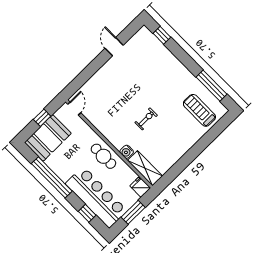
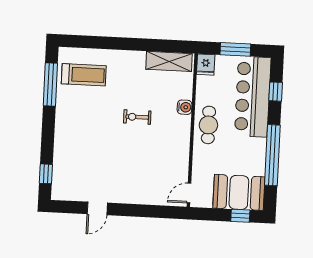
treadmill: (199, 110) -> (84, 75), turned -90
window: (42, 118) -> (240, 216), moved
shelving: (145, 168) -> (169, 61), moved, turned 90

